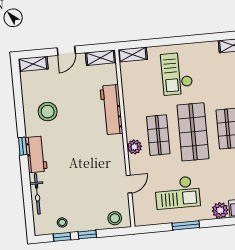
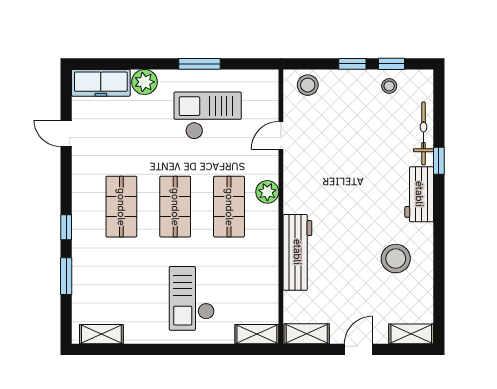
checkout: (177, 74) -> (192, 298), turned 180
shop shelf: (193, 132) -> (175, 207), width x0.70, depth x0.74
window: (23, 146) -> (439, 161), moved

